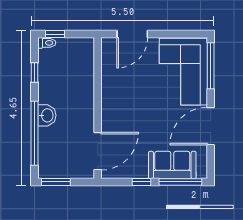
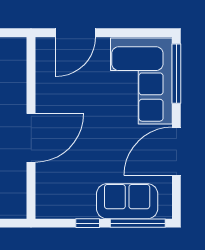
door: (98, 151) -> (31, 138), moved

